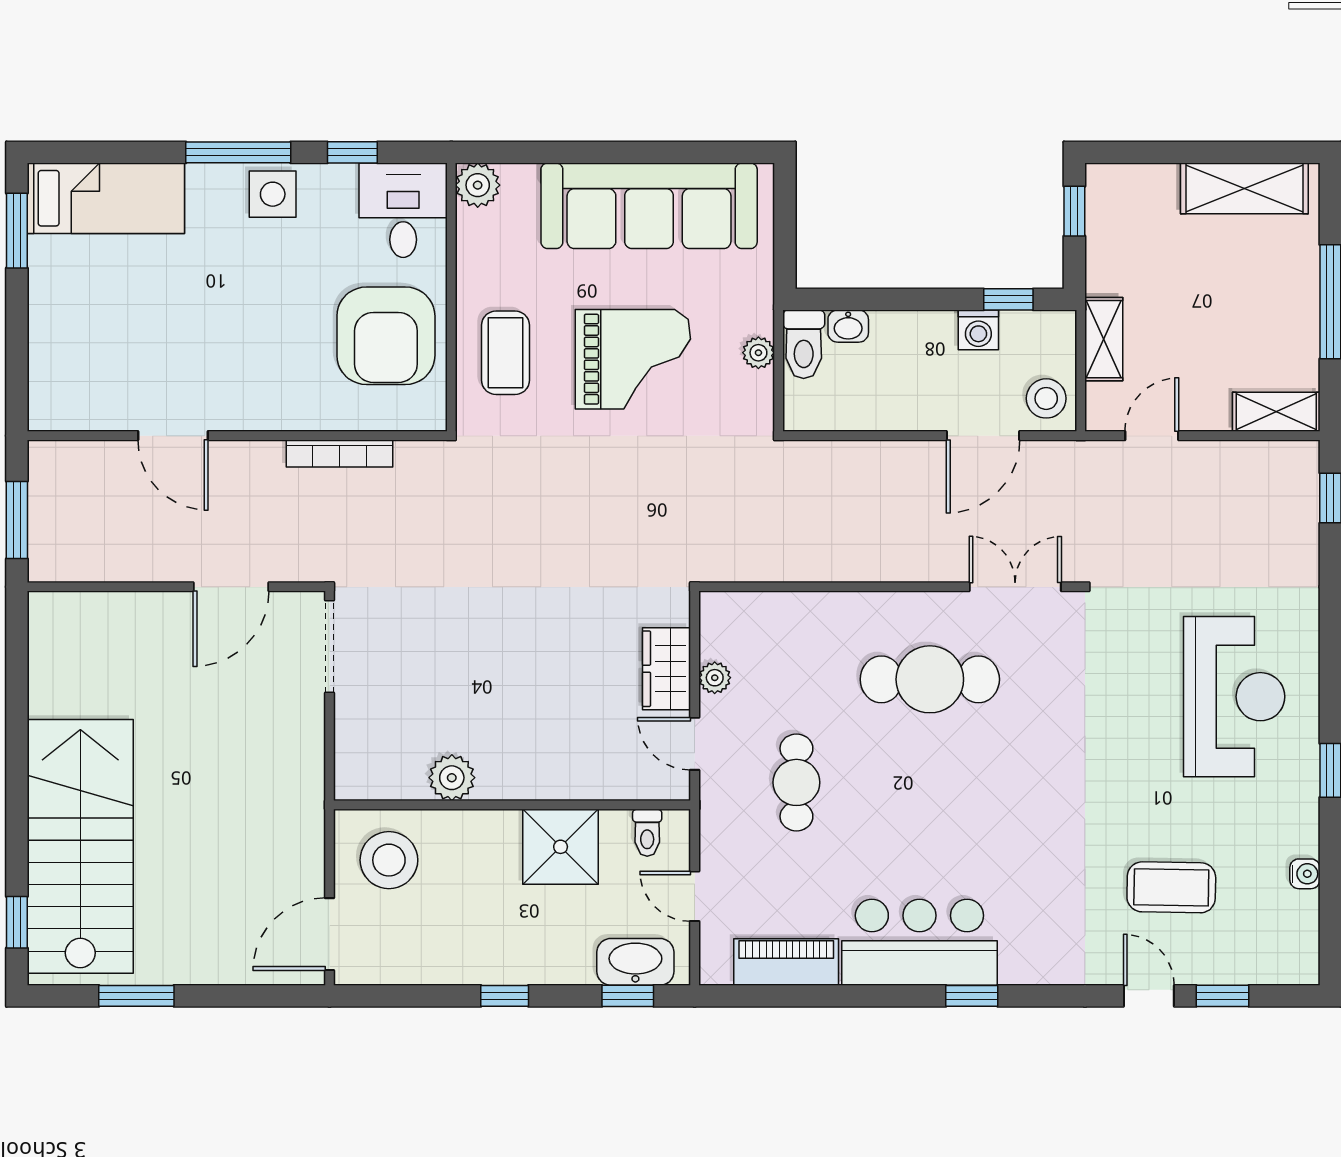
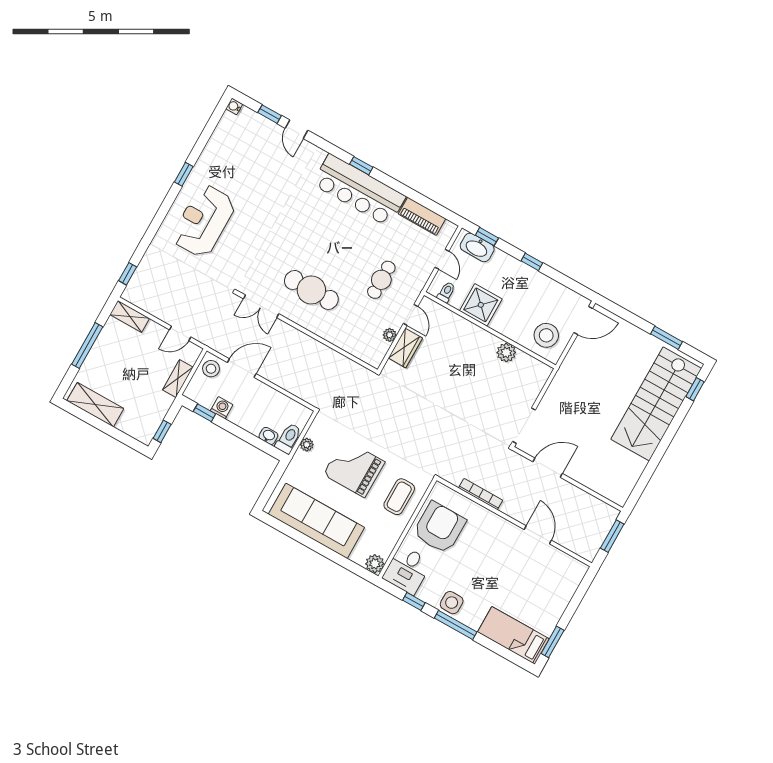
water cooler: (1305, 874) -> (234, 106), moved
coffee table: (1171, 887) -> (266, 164), removed
bar counter: (919, 942) -> (359, 190), width x1.36

